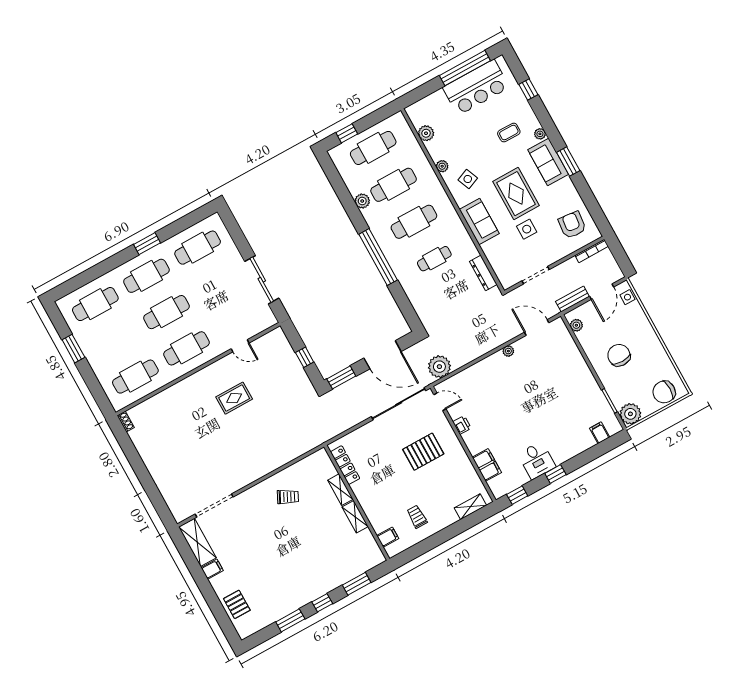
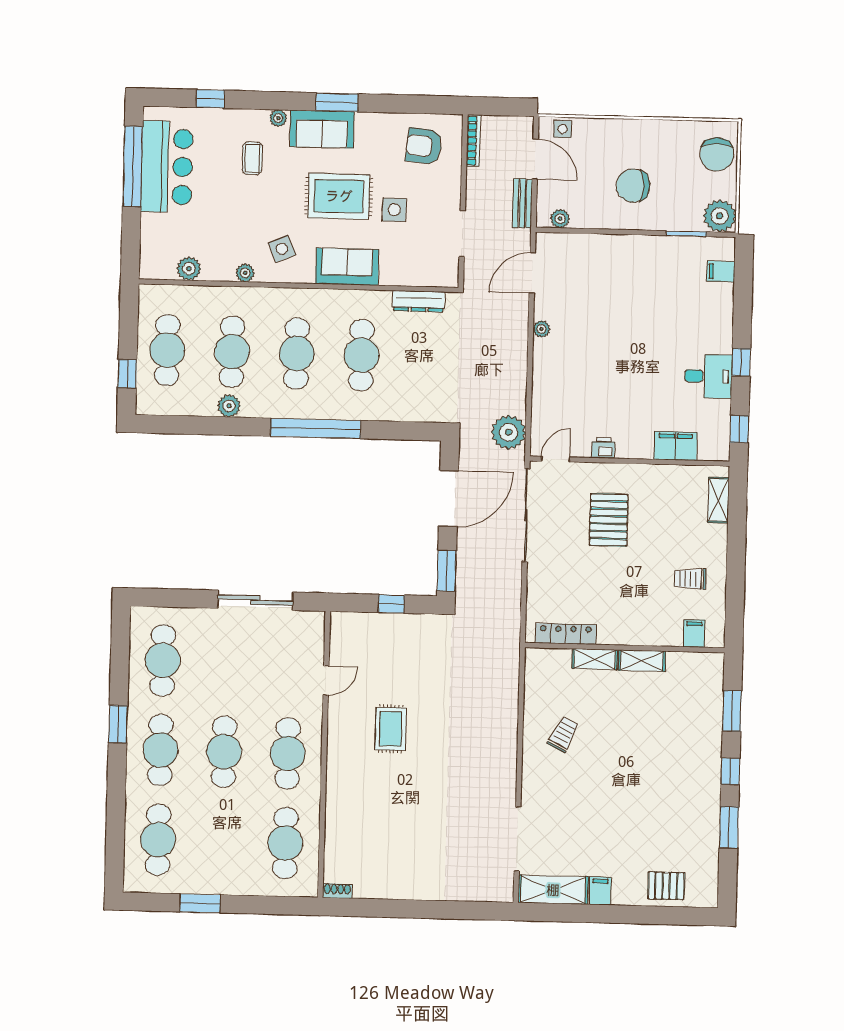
cafe table: (434, 259) -> (361, 355), width x1.37, depth x1.35

